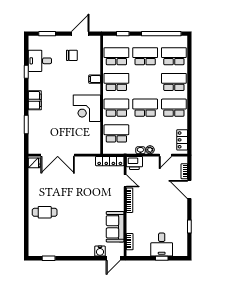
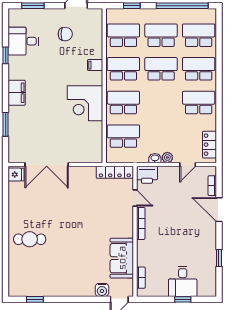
school desk: (145, 108) -> (161, 69), moved

